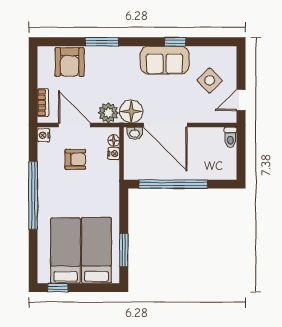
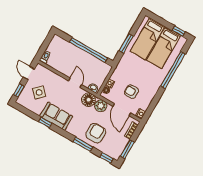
window: (56, 42) -> (106, 158), added
armchair: (70, 62) -> (96, 133), moved
window: (241, 66) -> (19, 90), added
window: (33, 72) -> (127, 149), added
door: (241, 100) -> (29, 73), swing flipped
door: (165, 125) -> (75, 83), width x0.53
window: (33, 195) -> (173, 70), moved
window: (124, 250) -> (126, 43), moved

